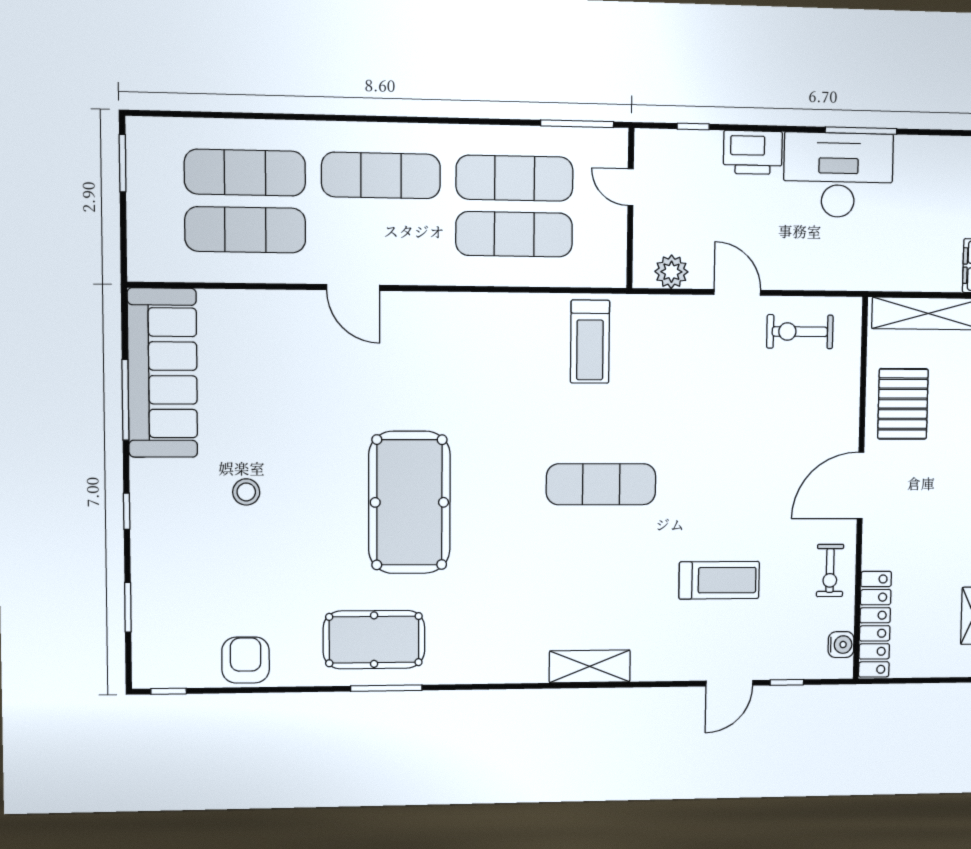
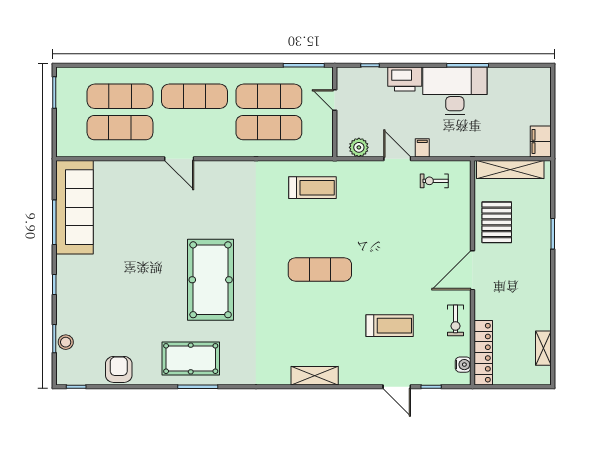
filing cabinet: (781, 274) -> (422, 148), added
exercise bike: (800, 332) -> (434, 181), width x0.73, depth x0.72
treadmill: (590, 342) -> (313, 188), turned -90
stool: (246, 492) -> (66, 342), moved
door: (729, 683) -> (397, 387), hinge flipped

